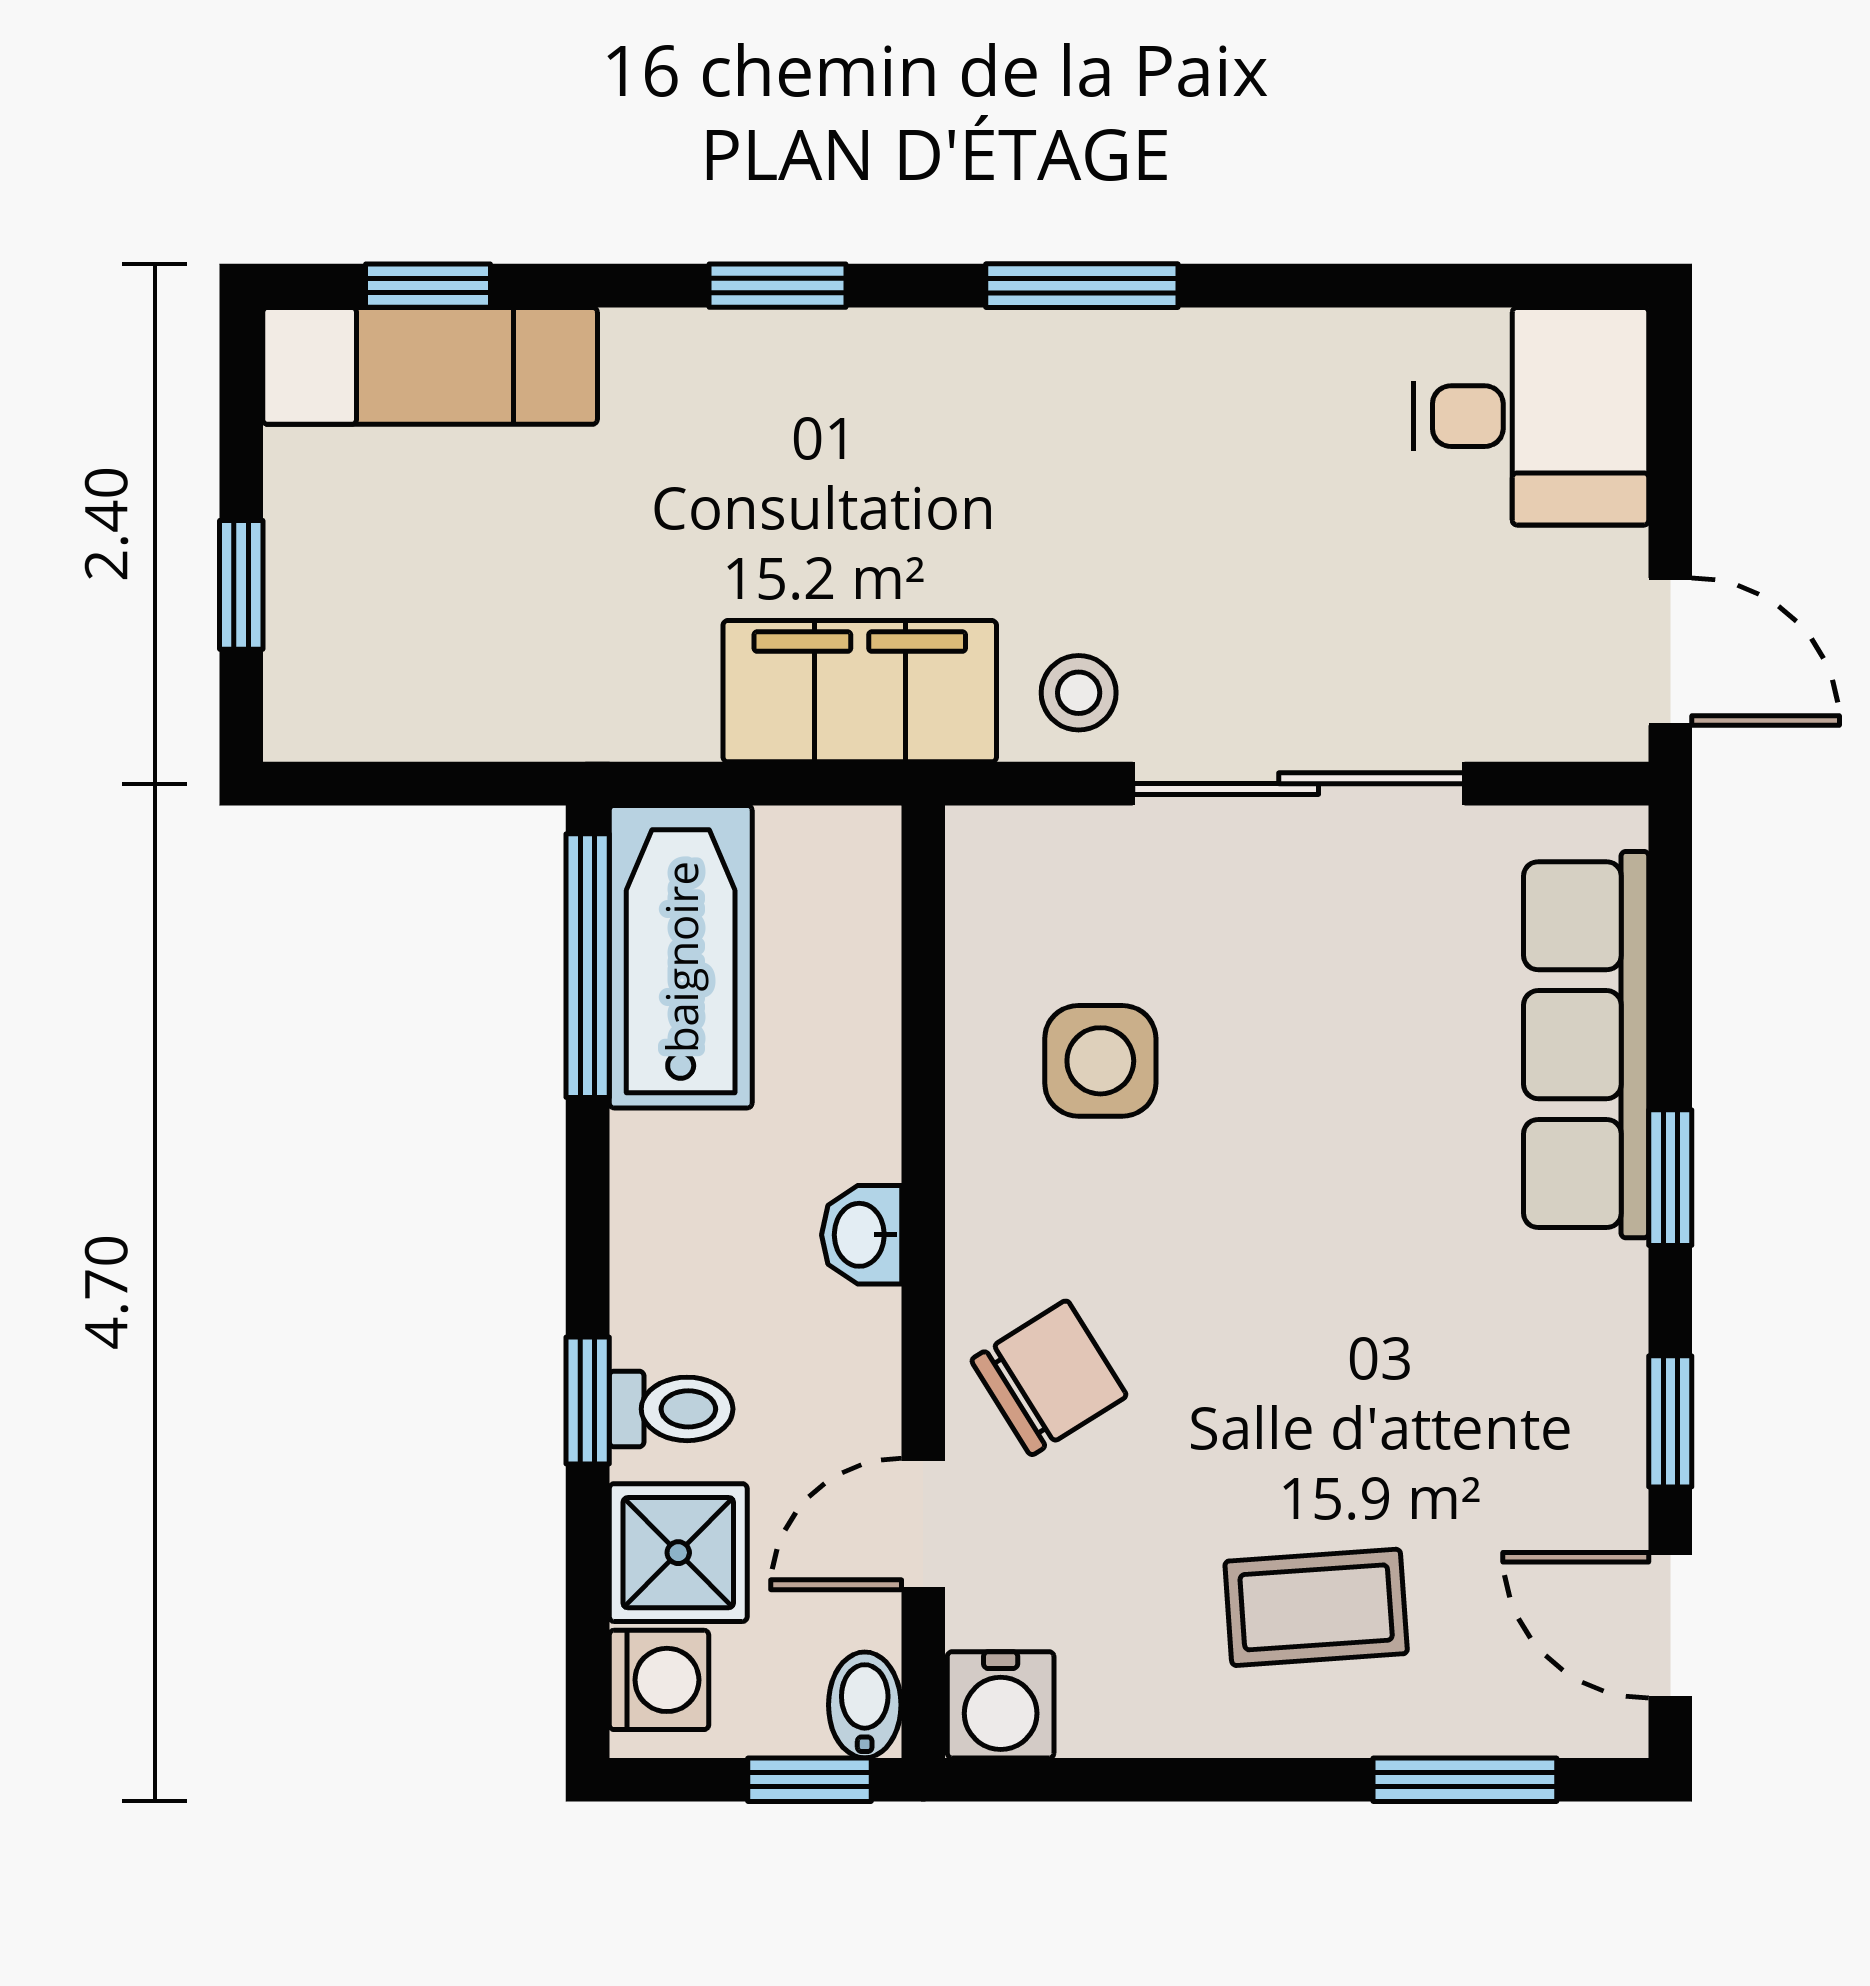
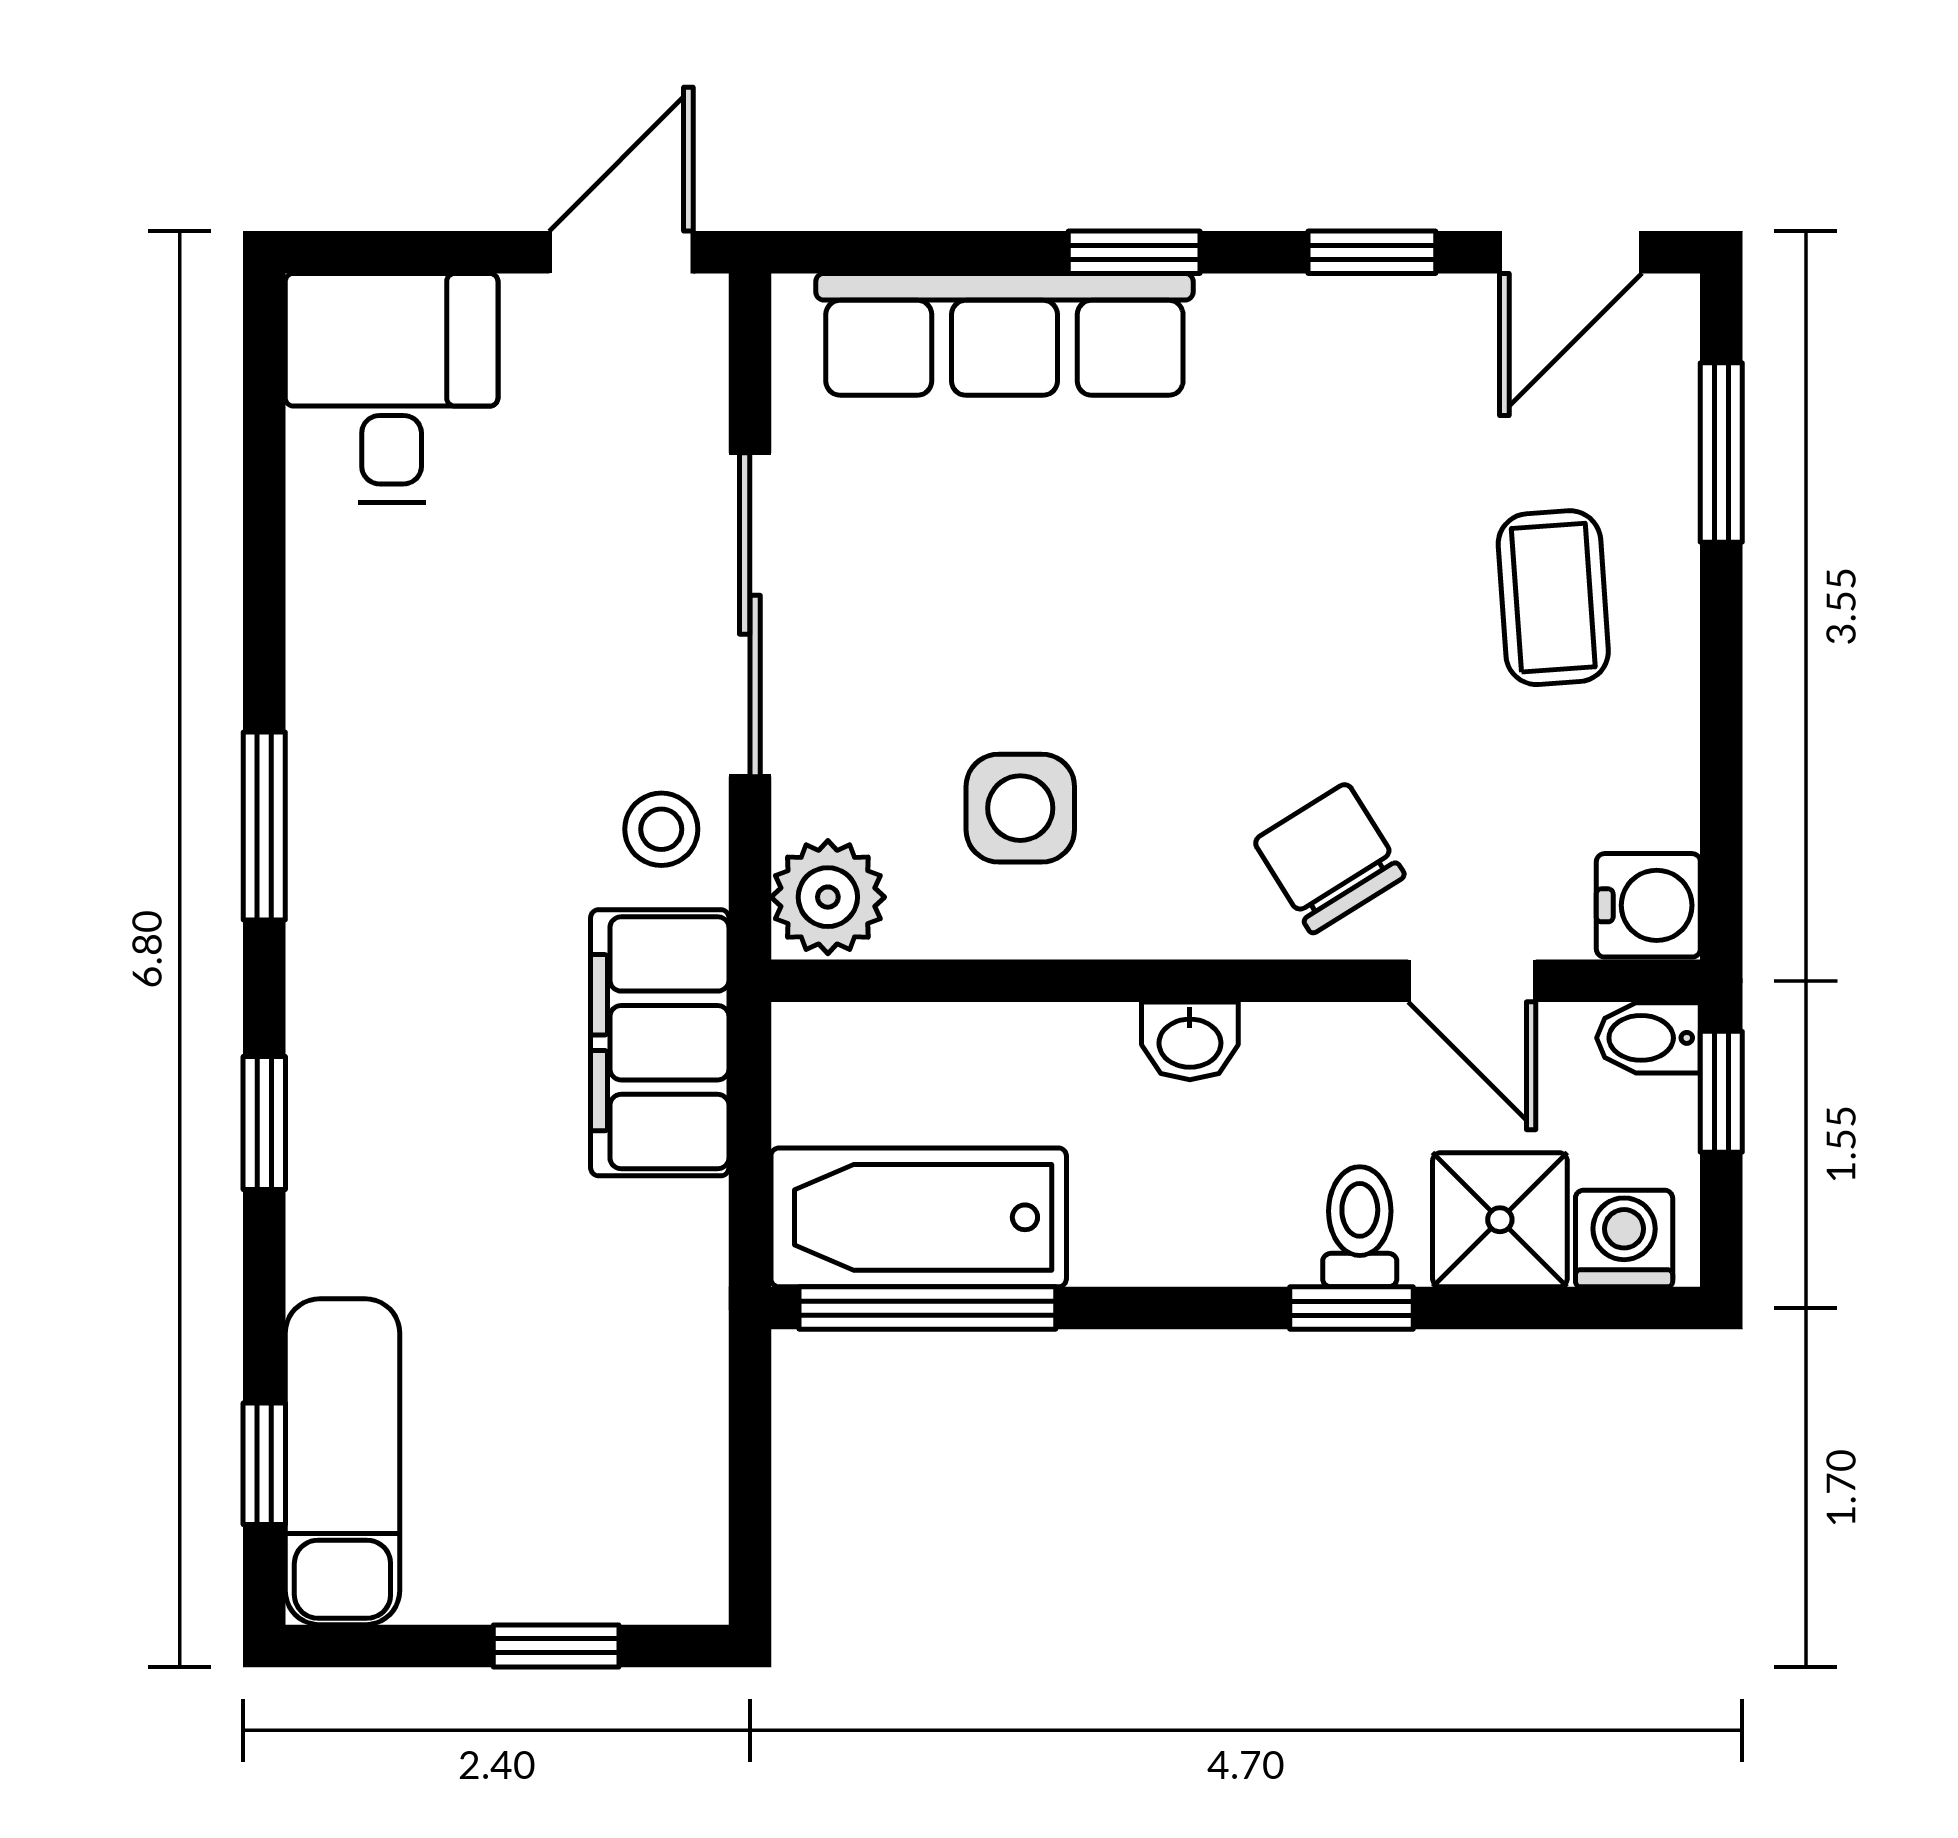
plant: (1009, 864) -> (828, 897), added

